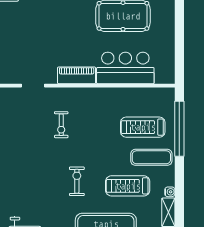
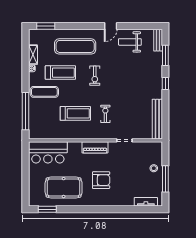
armchair: (67, 27) -> (101, 180), added
bar counter: (125, 68) -> (48, 152), moved
treadmill: (143, 127) -> (75, 113), moved

